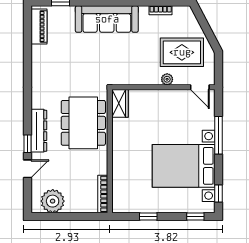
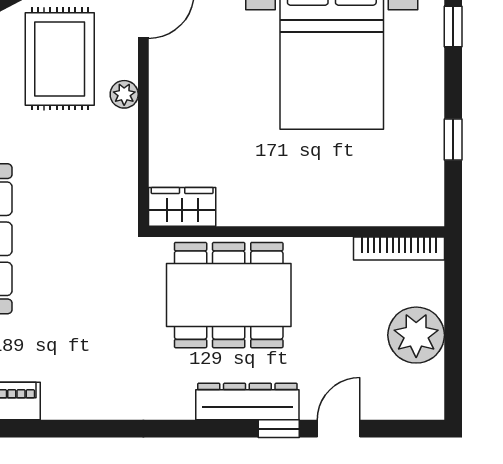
door: (28, 169) -> (339, 429), hinge flipped
plant: (53, 201) -> (416, 335), moved

